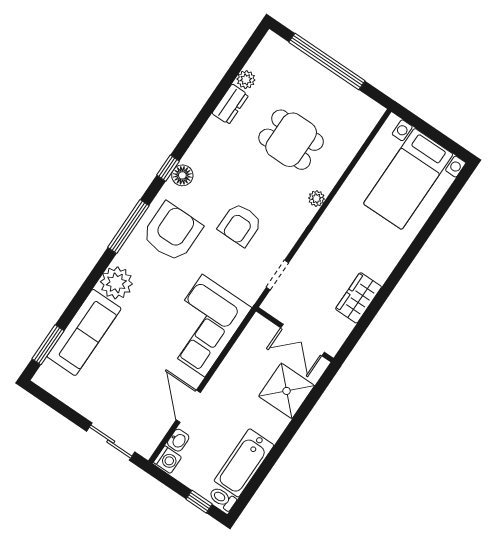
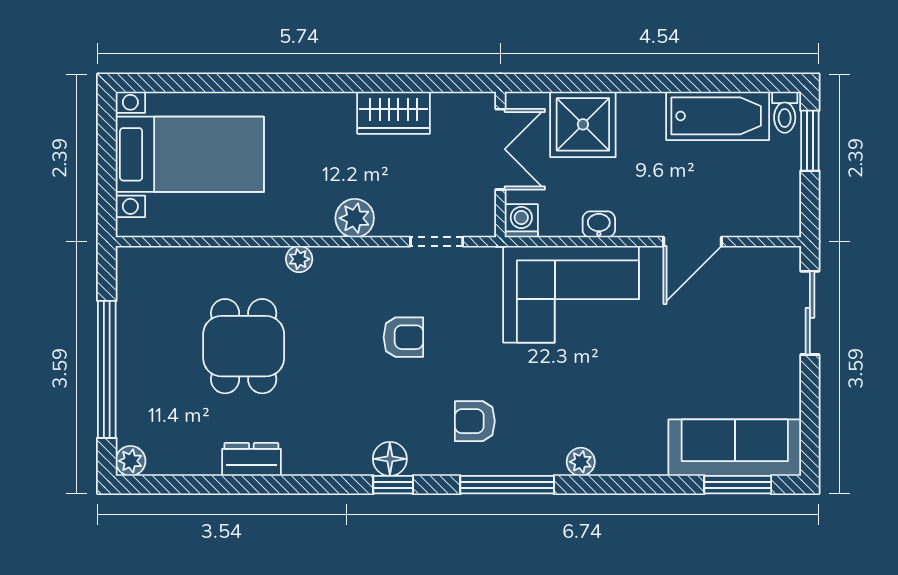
plant: (246, 80) -> (130, 461), moved
armchair: (240, 225) -> (403, 337), width x0.72, depth x0.72
armchair: (172, 232) -> (475, 421), width x0.53, depth x0.53
plant: (318, 241) -> (355, 218), added
plant: (116, 283) -> (581, 462), width x0.53, depth x0.53
sofa: (84, 332) -> (735, 448), moved
washbasin: (178, 440) -> (599, 224), moved
washing machine: (168, 460) -> (521, 221), moved
window: (199, 502) -> (810, 141), width x1.50

